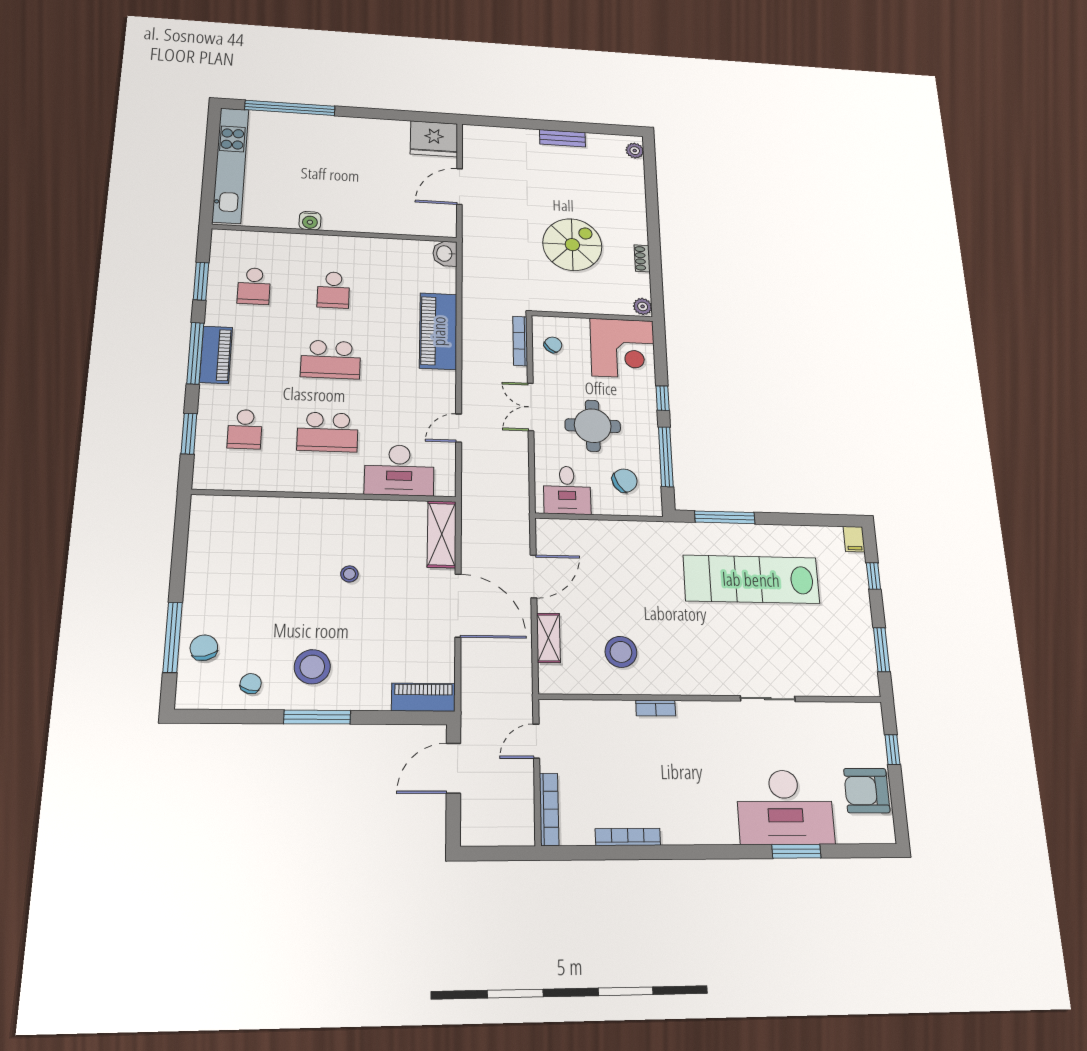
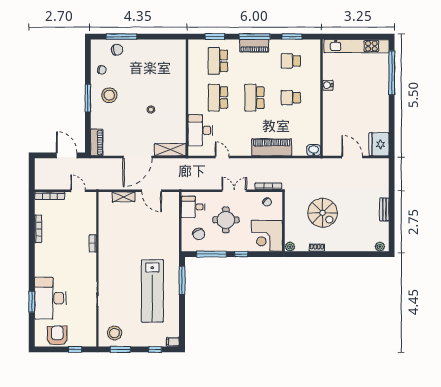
school desk: (245, 429) -> (218, 61), width x1.85
lab bench: (751, 579) -> (152, 291), turned 180
stool: (621, 652) -> (115, 333), moved

